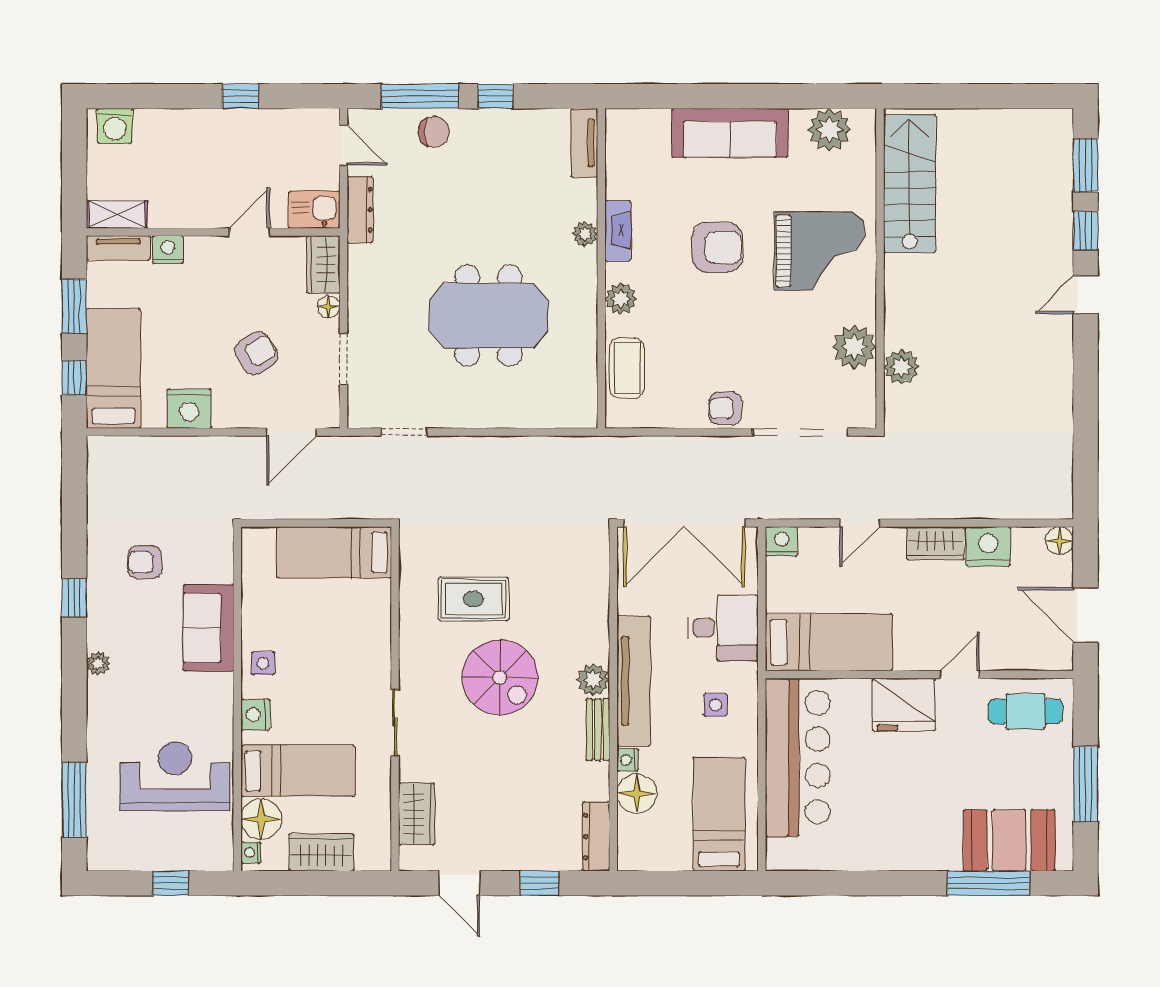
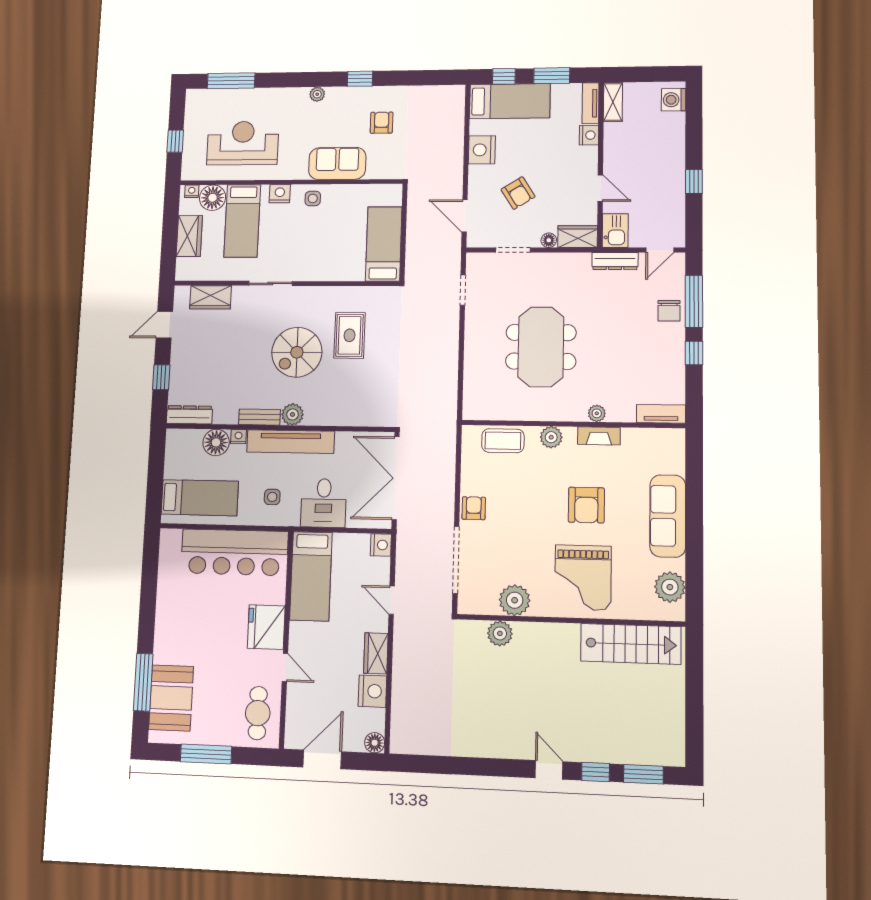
reception desk: (175, 776) -> (243, 143), turned -90

